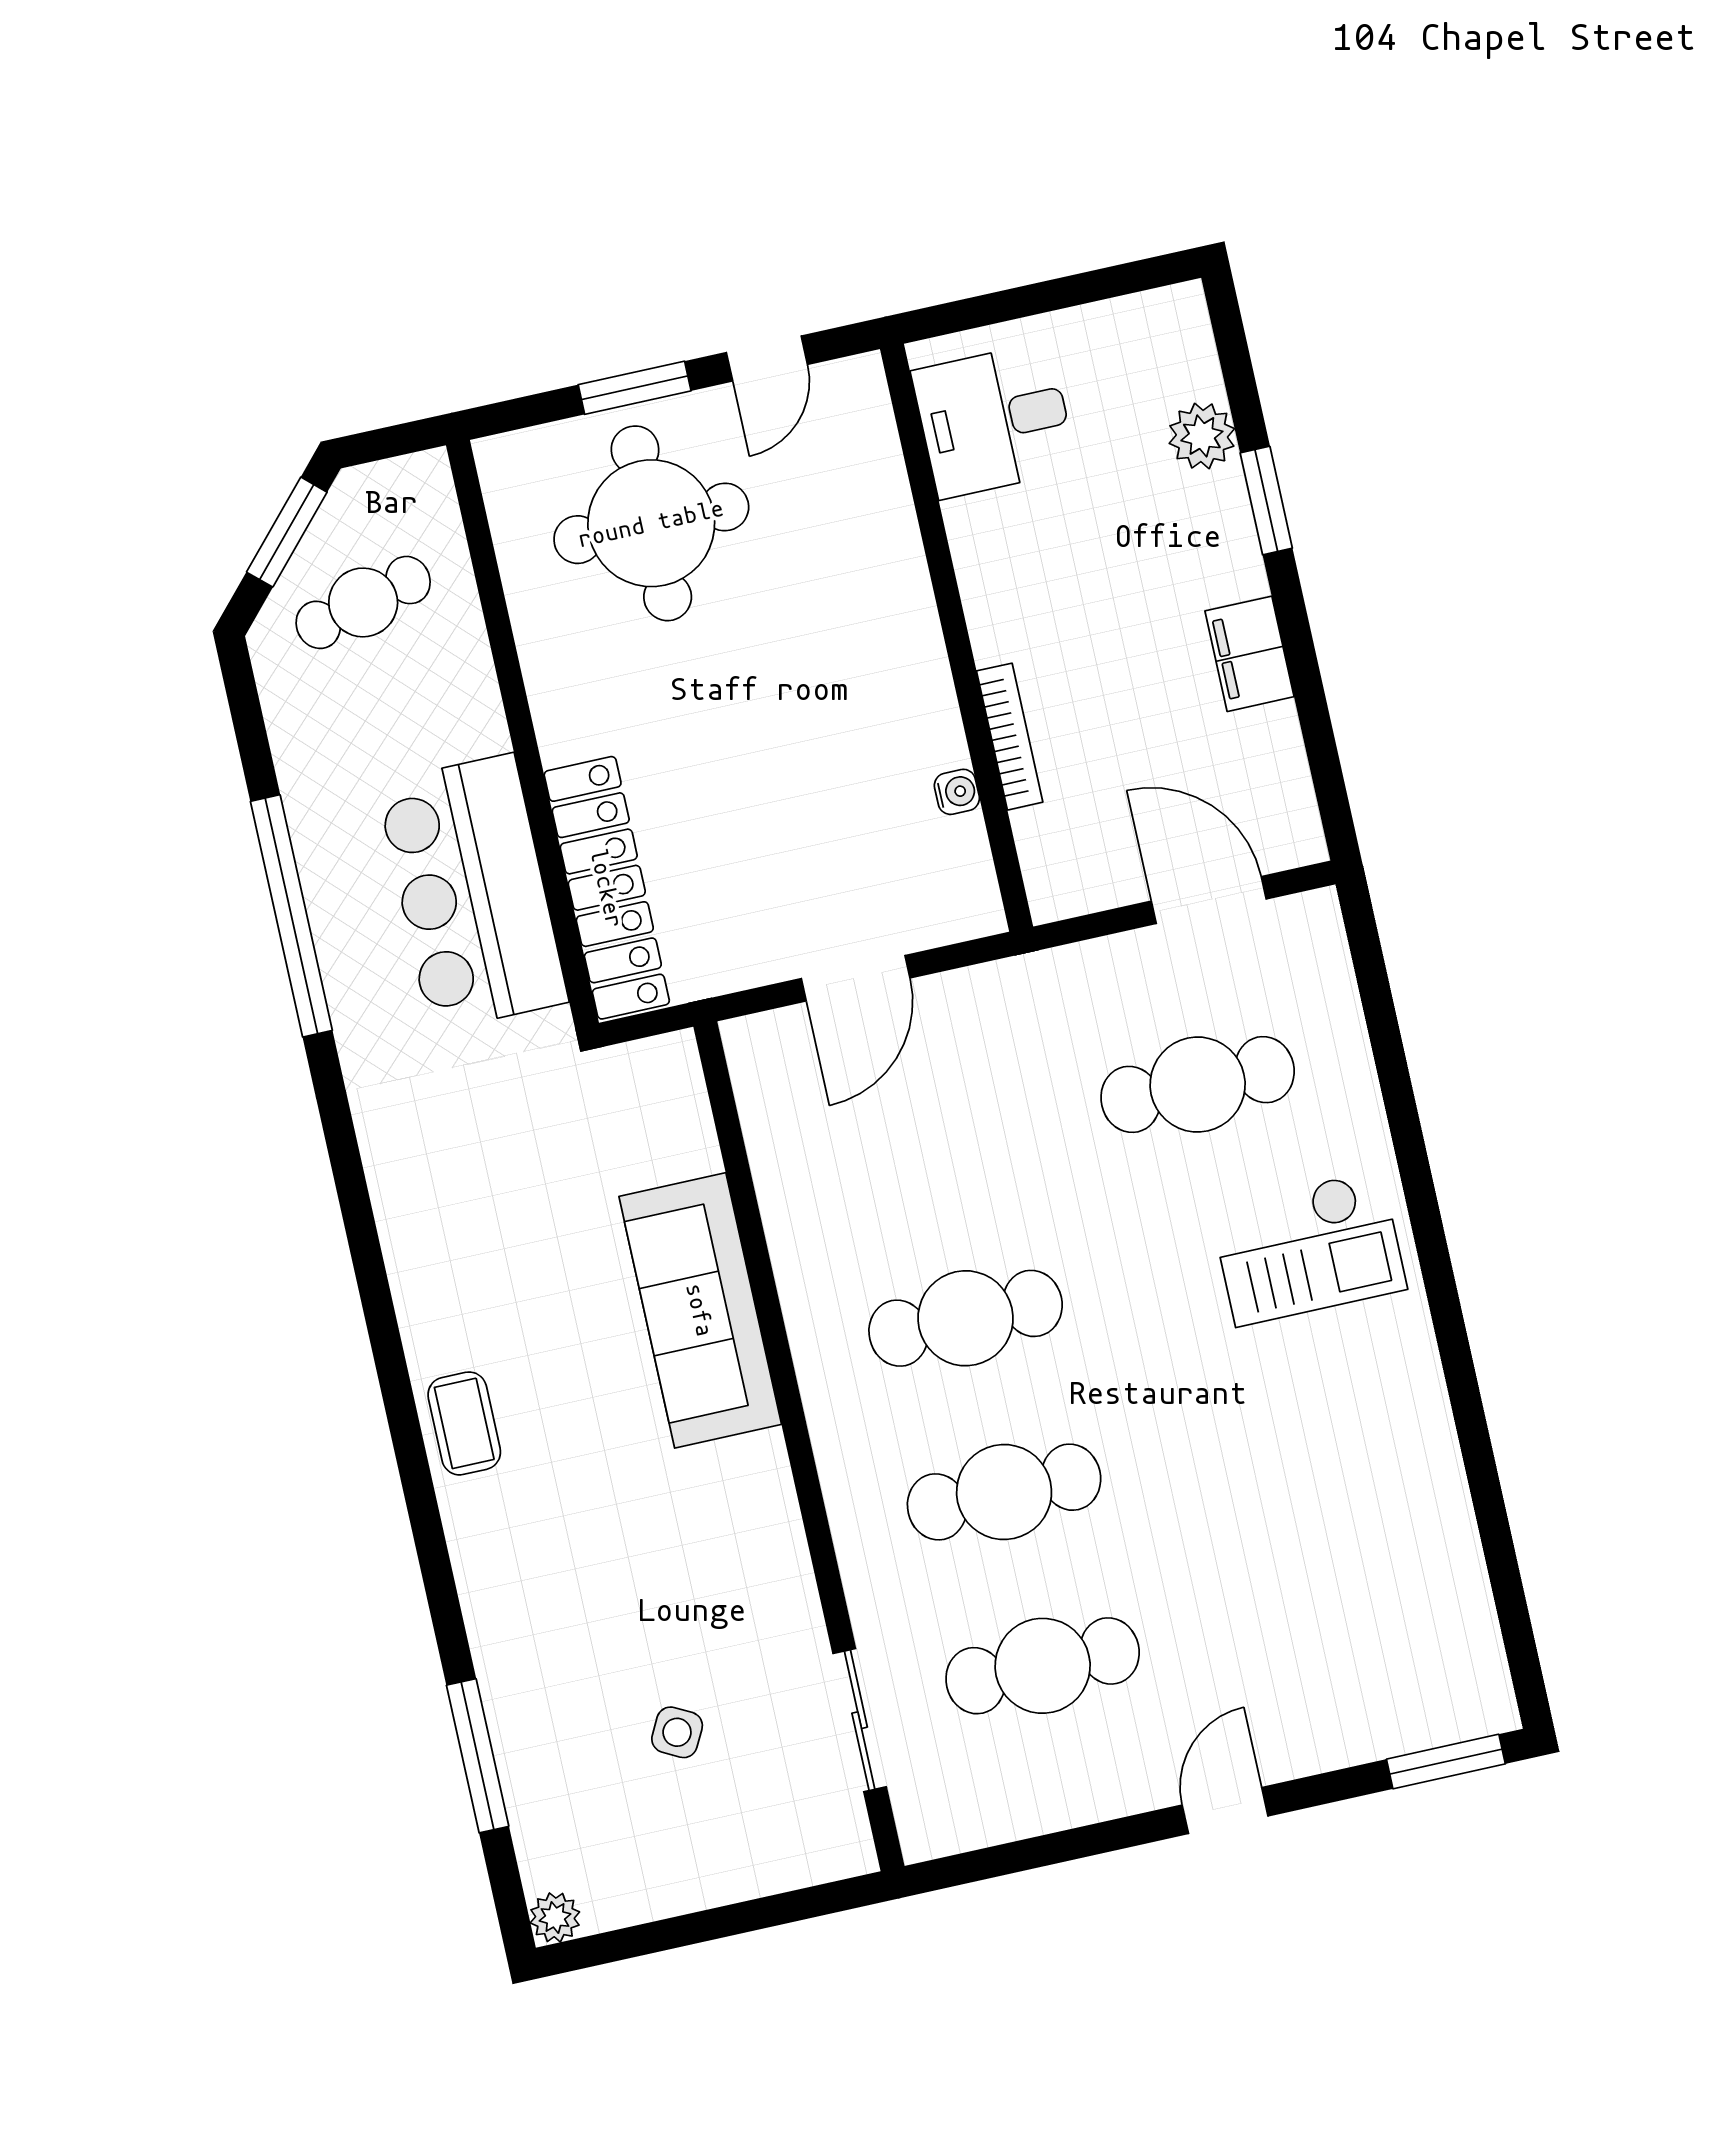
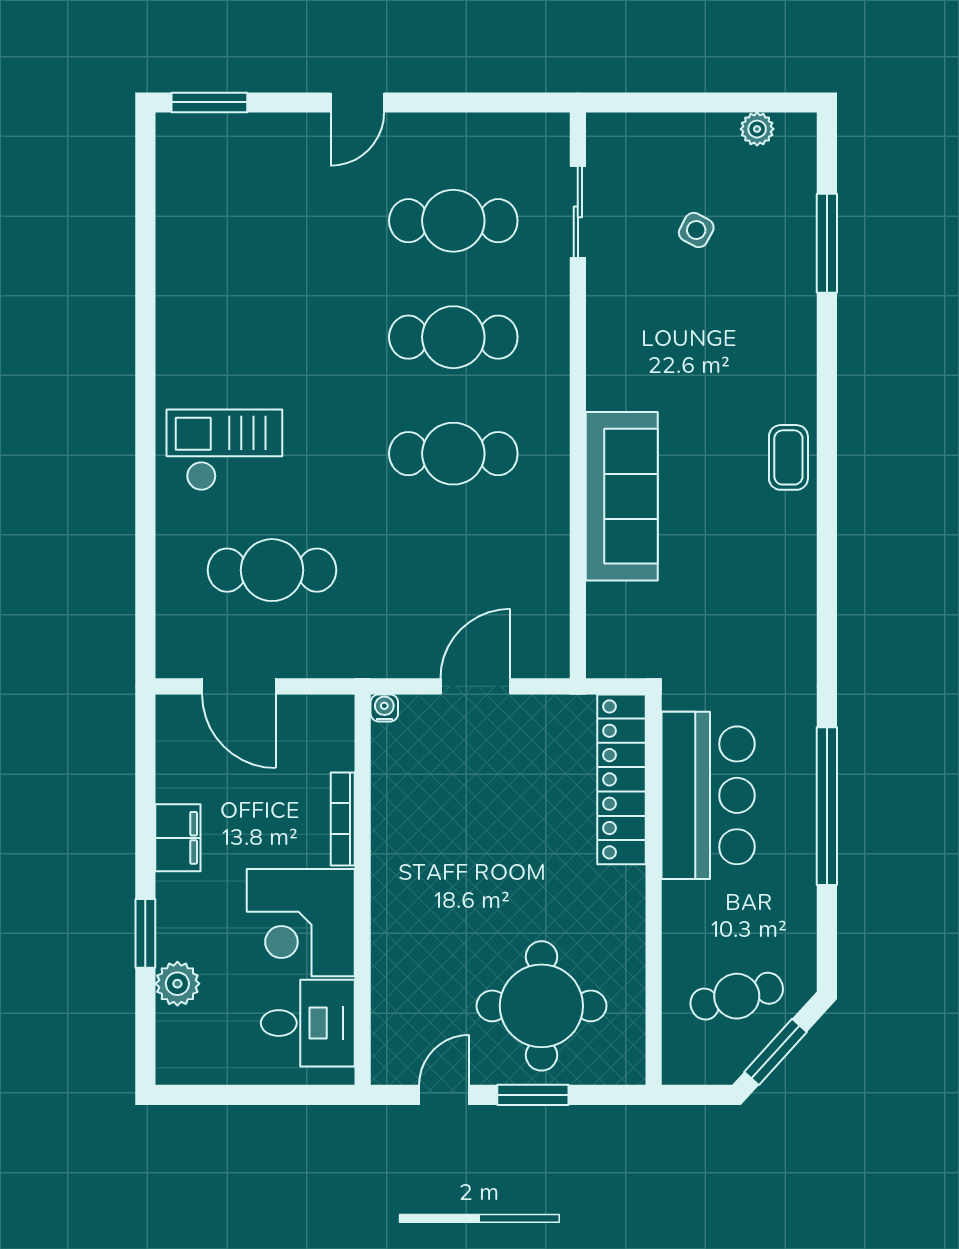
corner desk: (1038, 568) -> (301, 923), added
water cooler: (957, 792) -> (384, 708), moved, turned 90
plant: (555, 1917) -> (757, 129), moved

